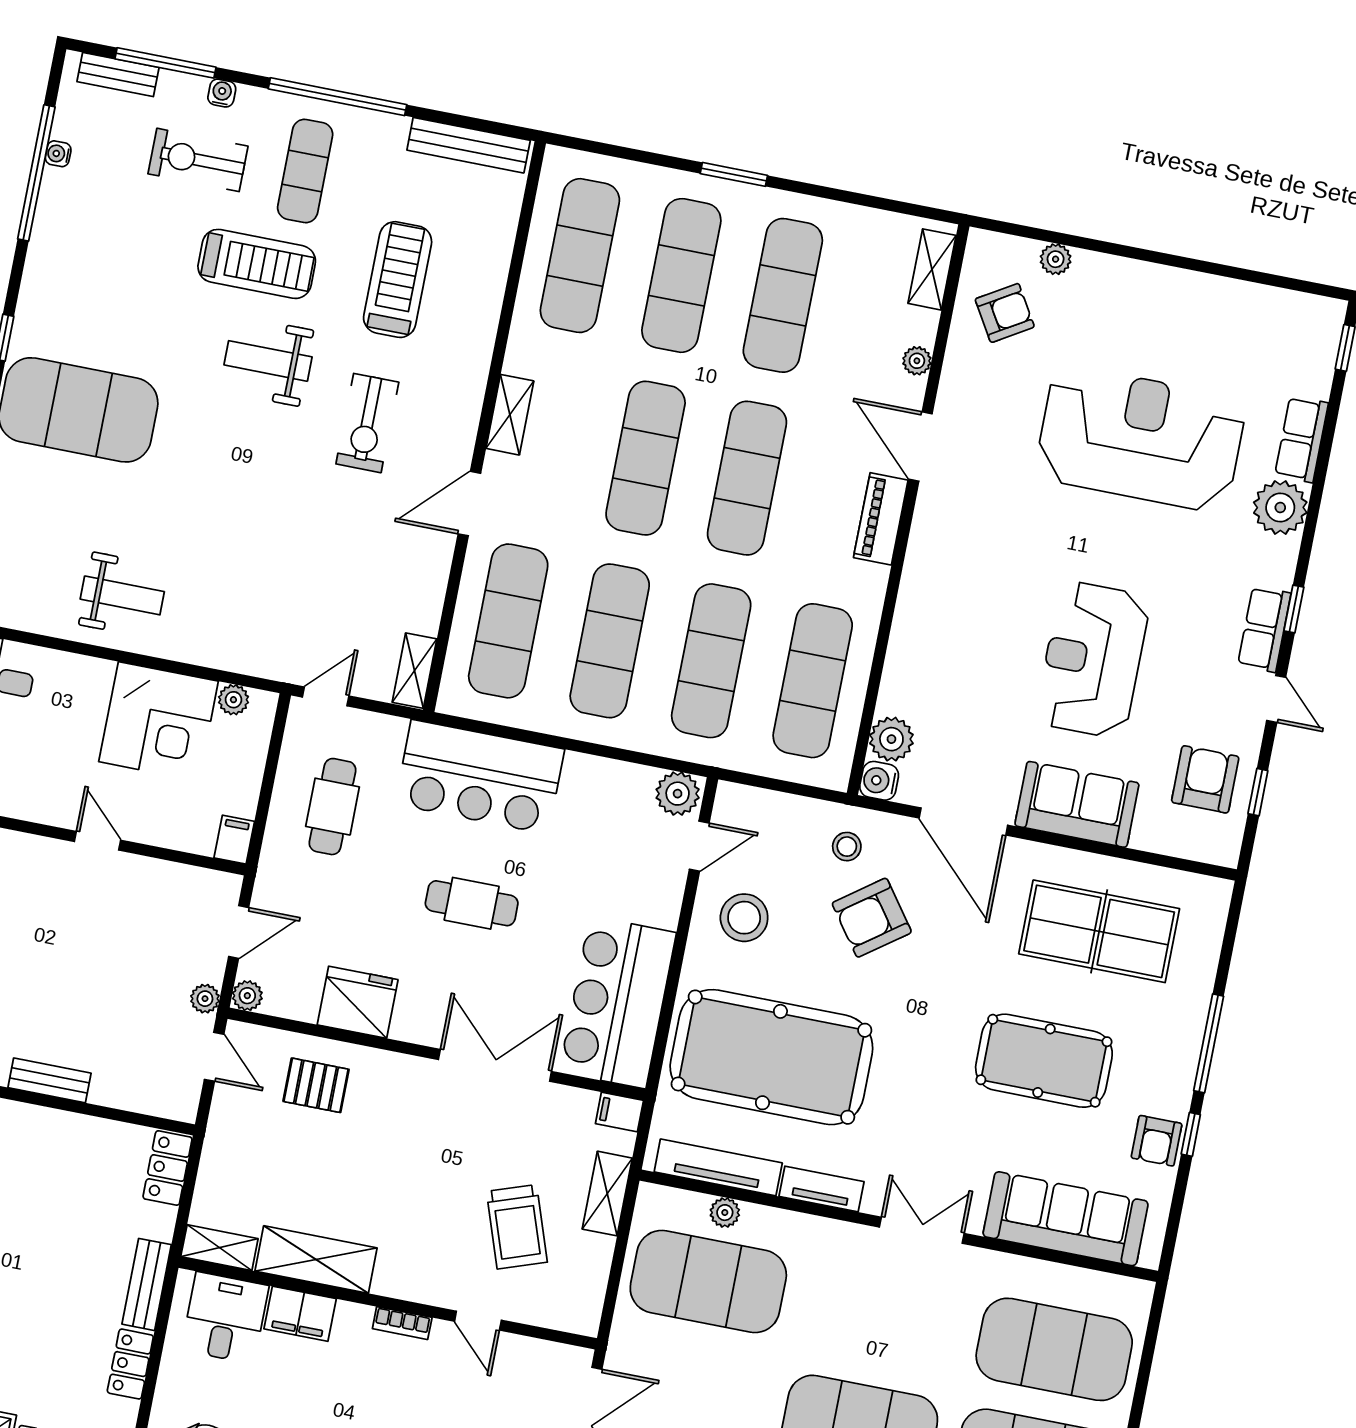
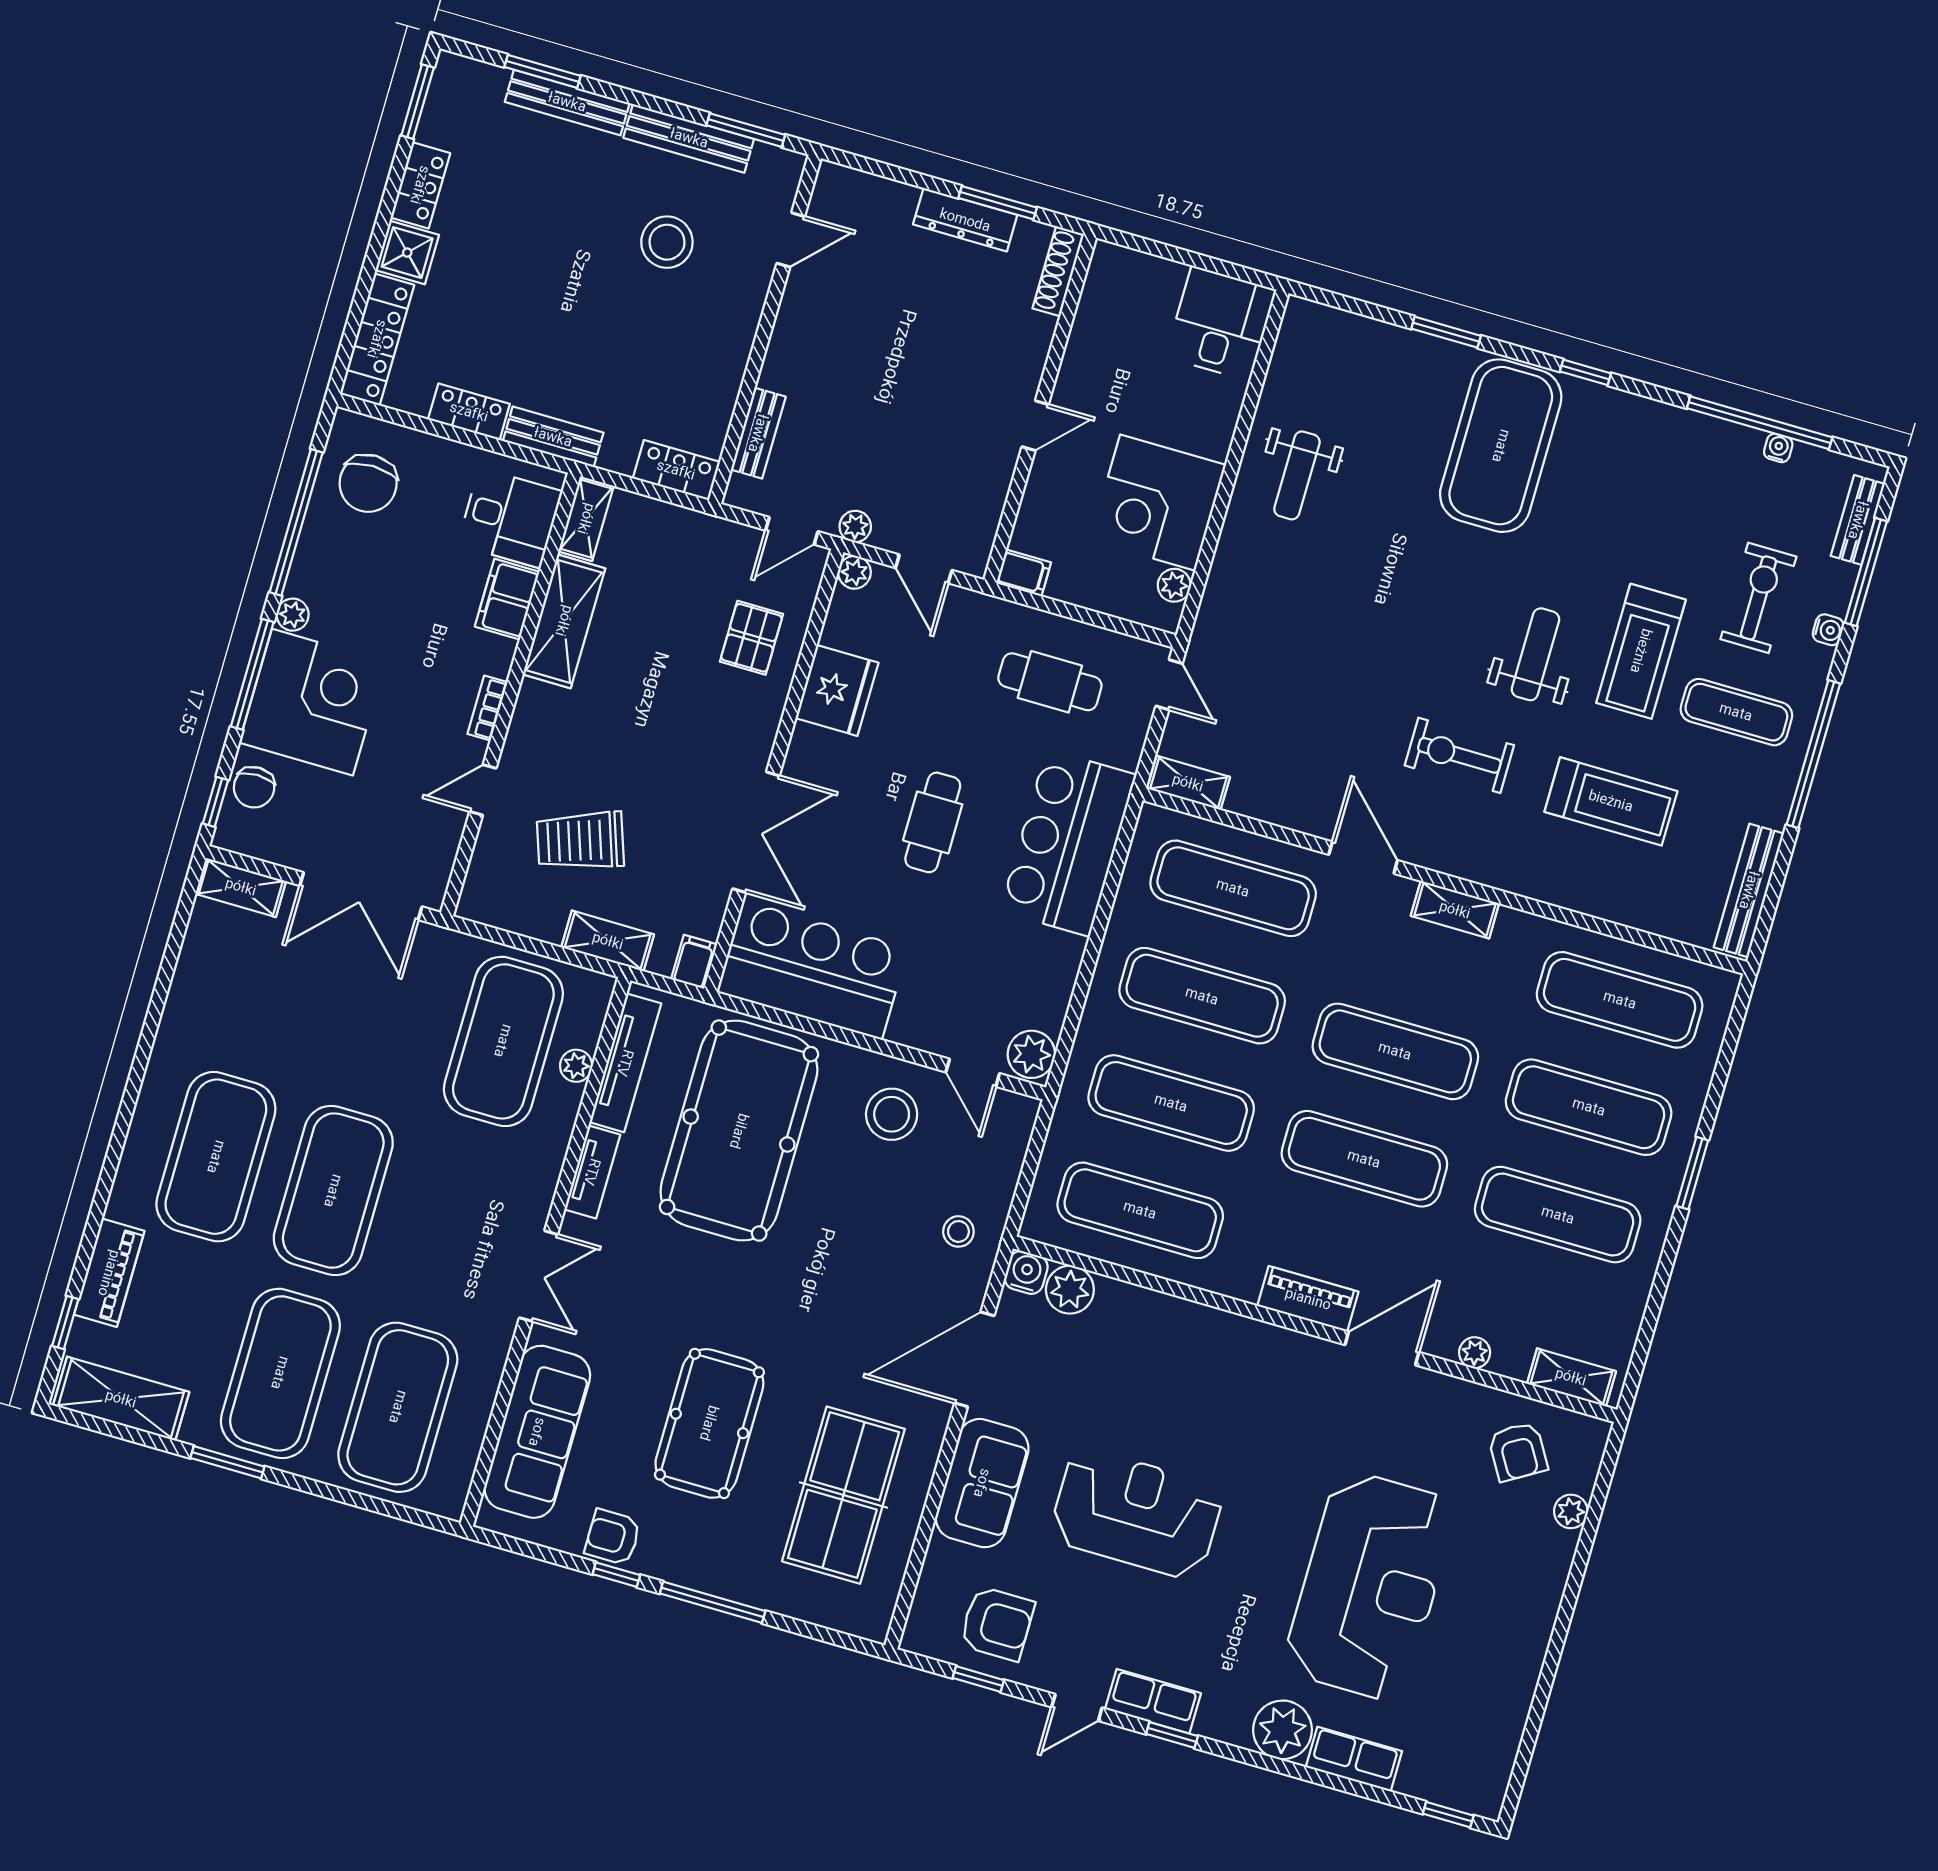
armchair: (872, 918) -> (880, 1252), removed
bench: (49, 1080) -> (758, 433), moved

